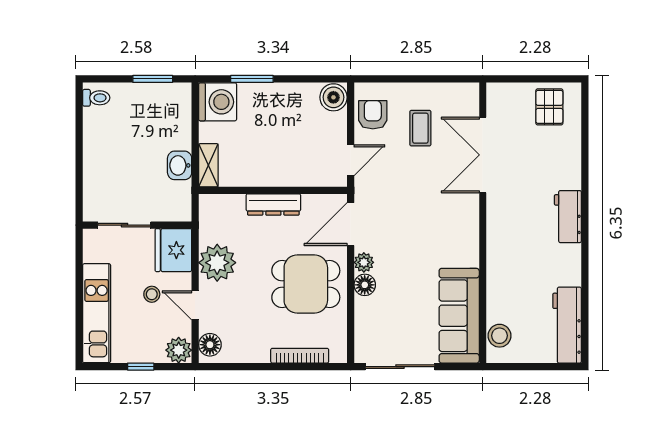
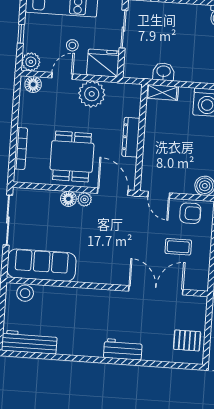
workbench: (568, 217) -> (123, 349), moved

